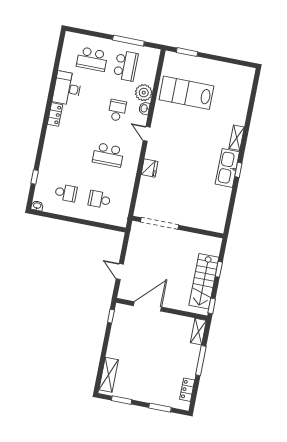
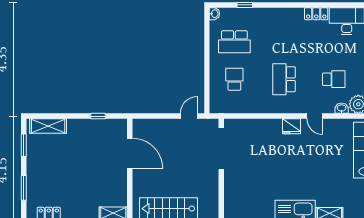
door: (147, 134) -> (315, 116), swing flipped
fridge: (150, 168) -> (291, 126), moved
school desk: (66, 193) -> (234, 42), width x1.85
door: (120, 271) -> (189, 116), moved
window: (111, 316) -> (98, 116), moved

